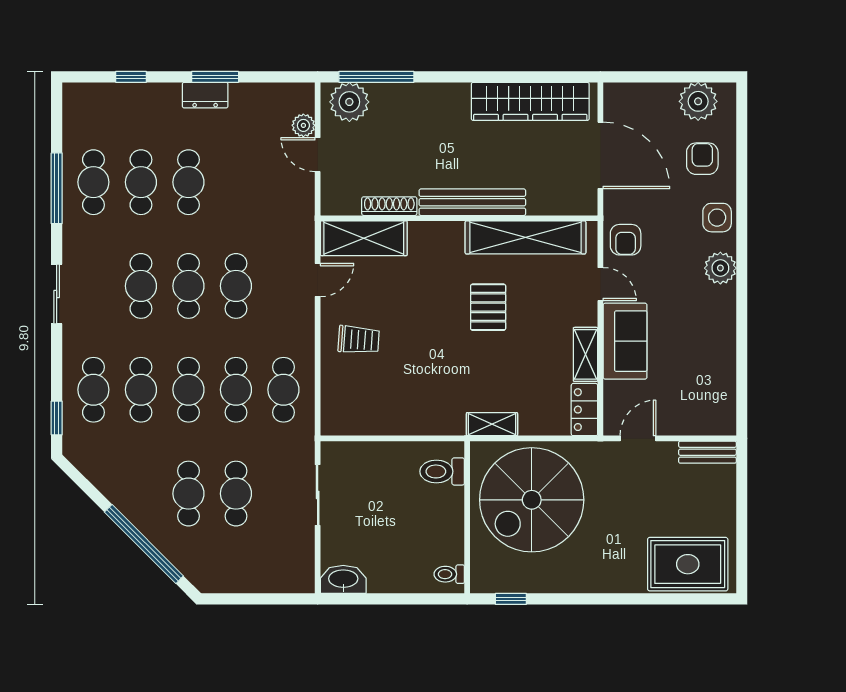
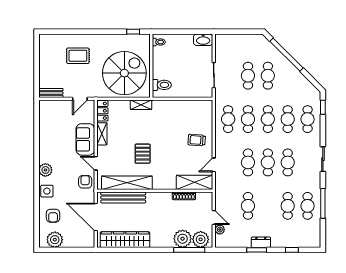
plant: (393, 104) -> (183, 239), added
cafe table: (188, 182) -> (248, 206), moved
bench: (472, 202) -> (123, 197), moved
rug: (688, 564) -> (78, 56), moved, width x0.73, depth x0.70

